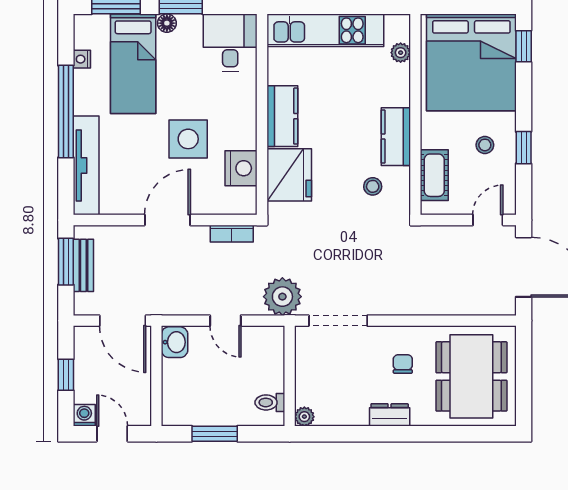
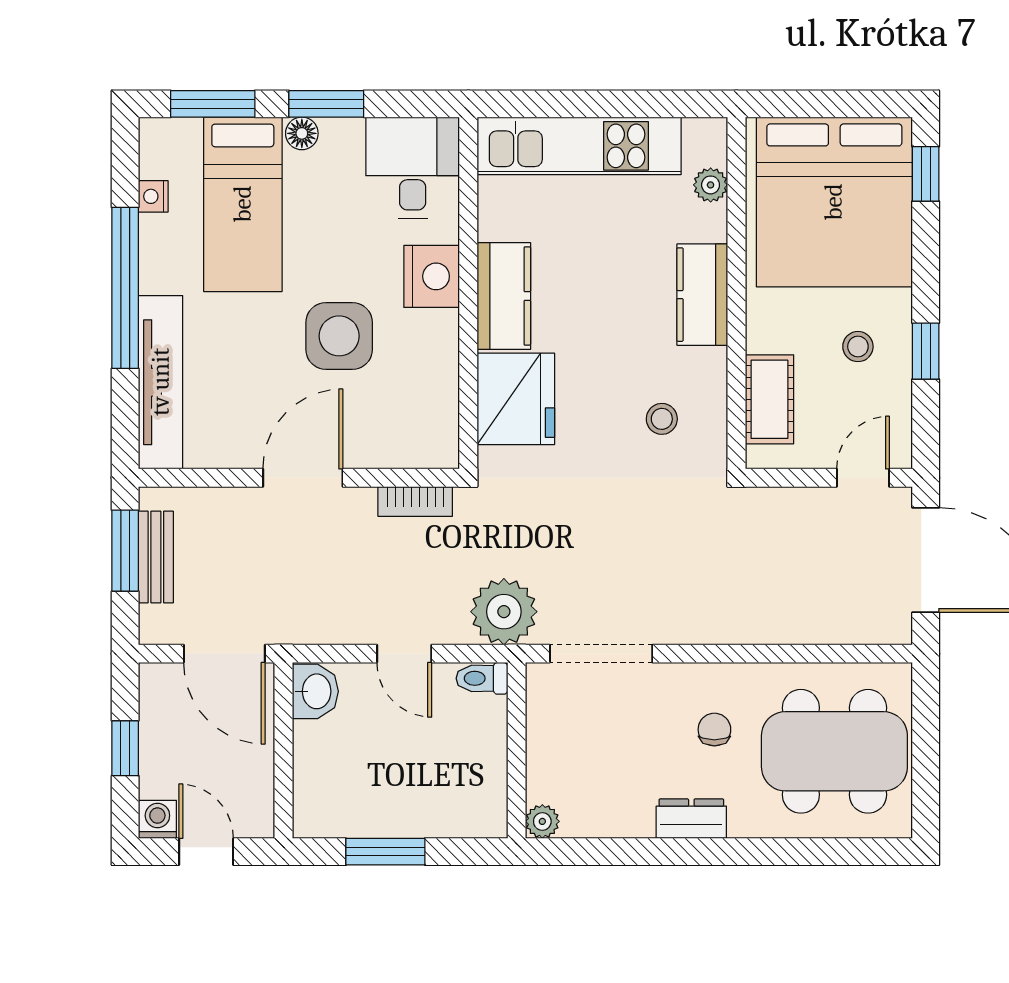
kitchen counter: (396, 137) -> (702, 295), moved
nightstand: (241, 168) -> (432, 276), moved
dining table: (471, 376) -> (834, 751), turned 90
toilet: (270, 402) -> (482, 678), moved

